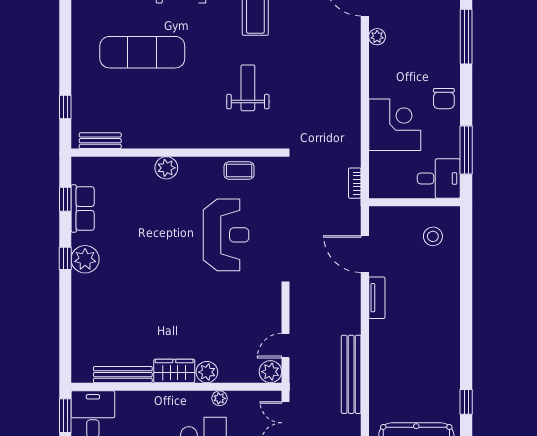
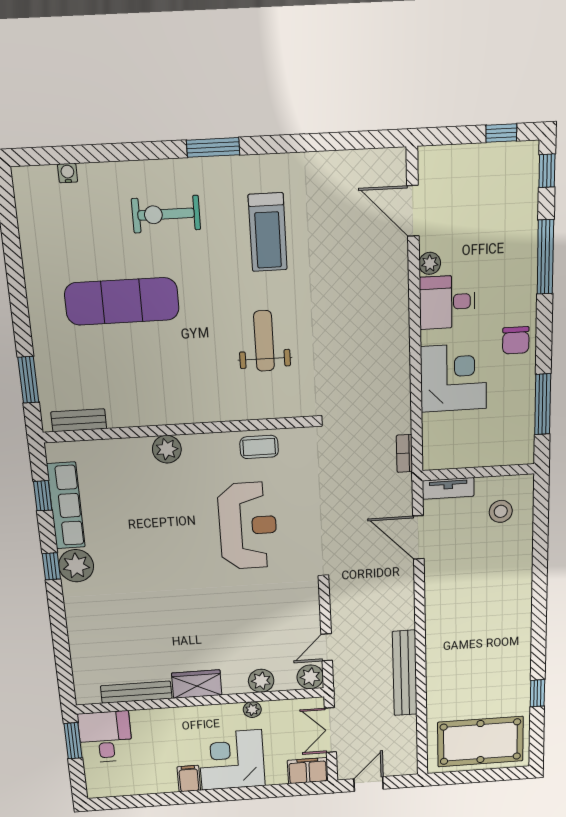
window: (65, 107) -> (28, 380), width x1.50
desk: (439, 179) -> (447, 302), moved, turned 180
row of seats: (83, 209) -> (66, 506), width x1.48
tv unit: (377, 298) -> (448, 488), moved, turned 90
plant: (207, 372) -> (261, 681), moved

